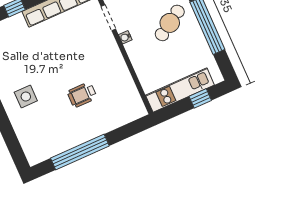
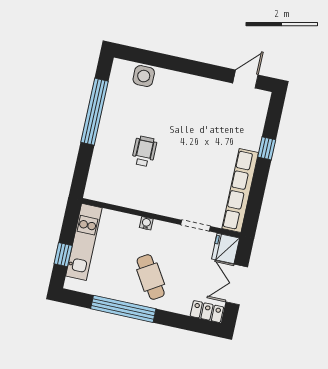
water cooler: (125, 37) -> (146, 223), moved
side table: (26, 97) -> (144, 76), moved

